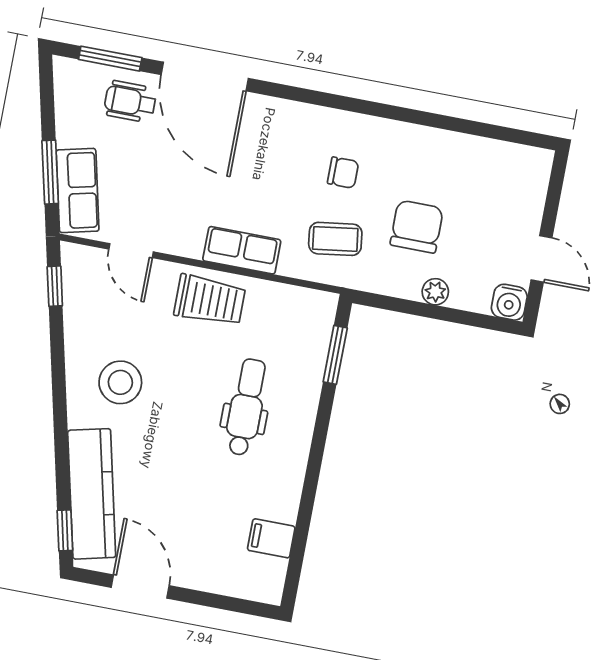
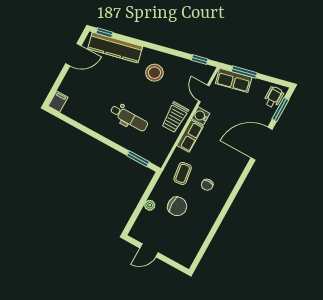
wheelchair: (130, 101) -> (274, 97), moved
door: (131, 251) -> (204, 93), hinge flipped
water cooler: (509, 302) -> (201, 116), moved
filing cabinet: (271, 538) -> (58, 102), moved

